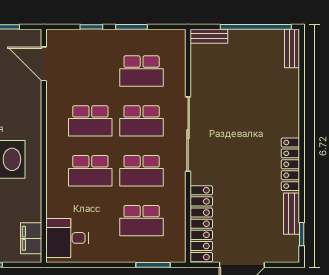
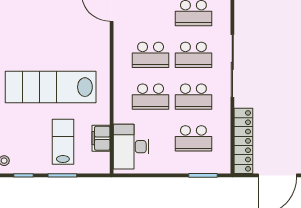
filing cabinet: (31, 238) -> (101, 138), moved
desk: (67, 238) -> (131, 147), width x1.37

